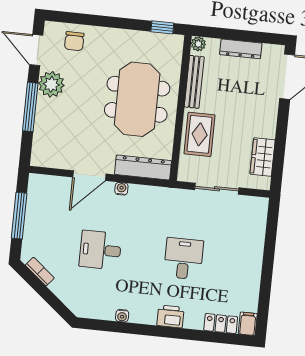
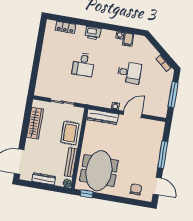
plant: (51, 84) -> (150, 166), removed
meeting table: (137, 99) -> (99, 171), moved
wardrobe: (263, 157) -> (35, 123), width x1.50
filing cabinet: (248, 324) -> (128, 40), moved

